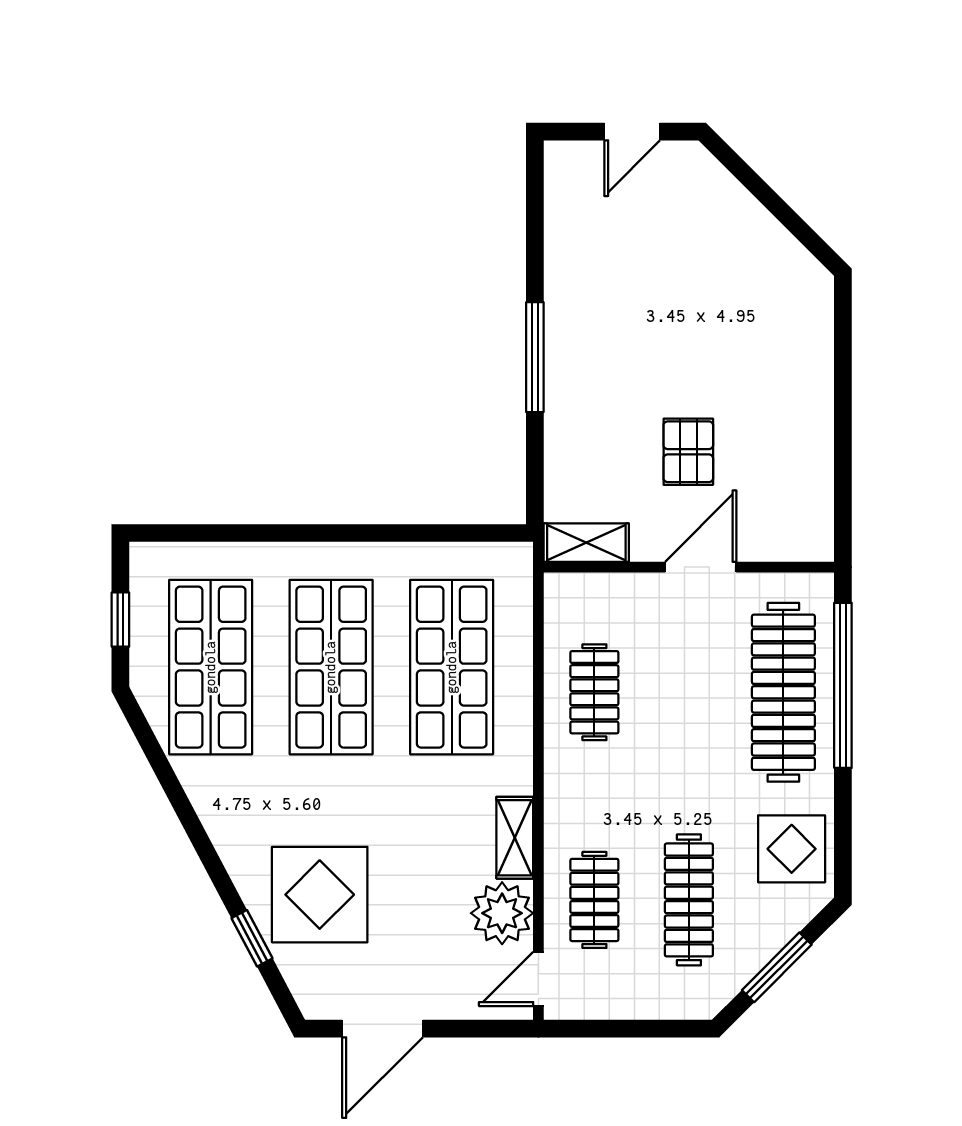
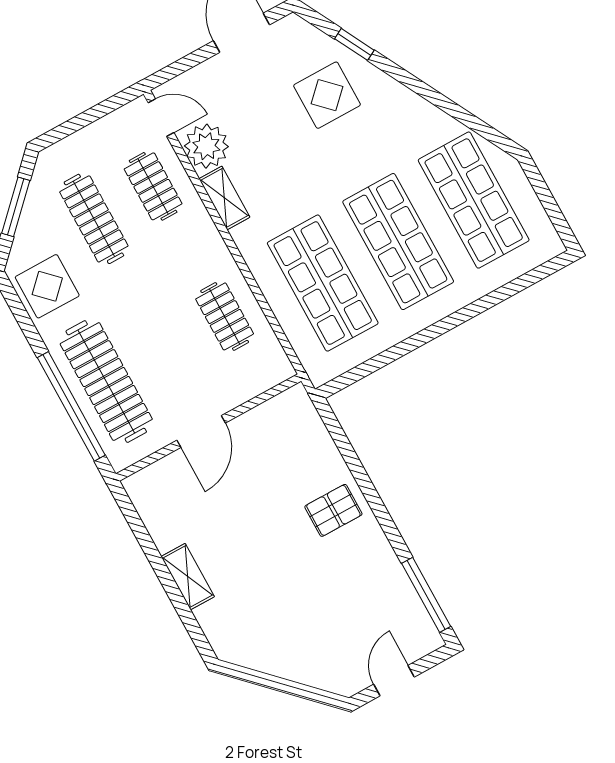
window: (535, 357) -> (426, 595), moved
pallet: (688, 452) -> (333, 510), moved, turned 90
shelving: (586, 543) -> (188, 577), moved, turned 90
window: (120, 620) -> (547, 199), removed
display table: (320, 895) -> (327, 95), width x0.73, depth x0.73
door: (538, 979) -> (161, 118), hinge flipped

